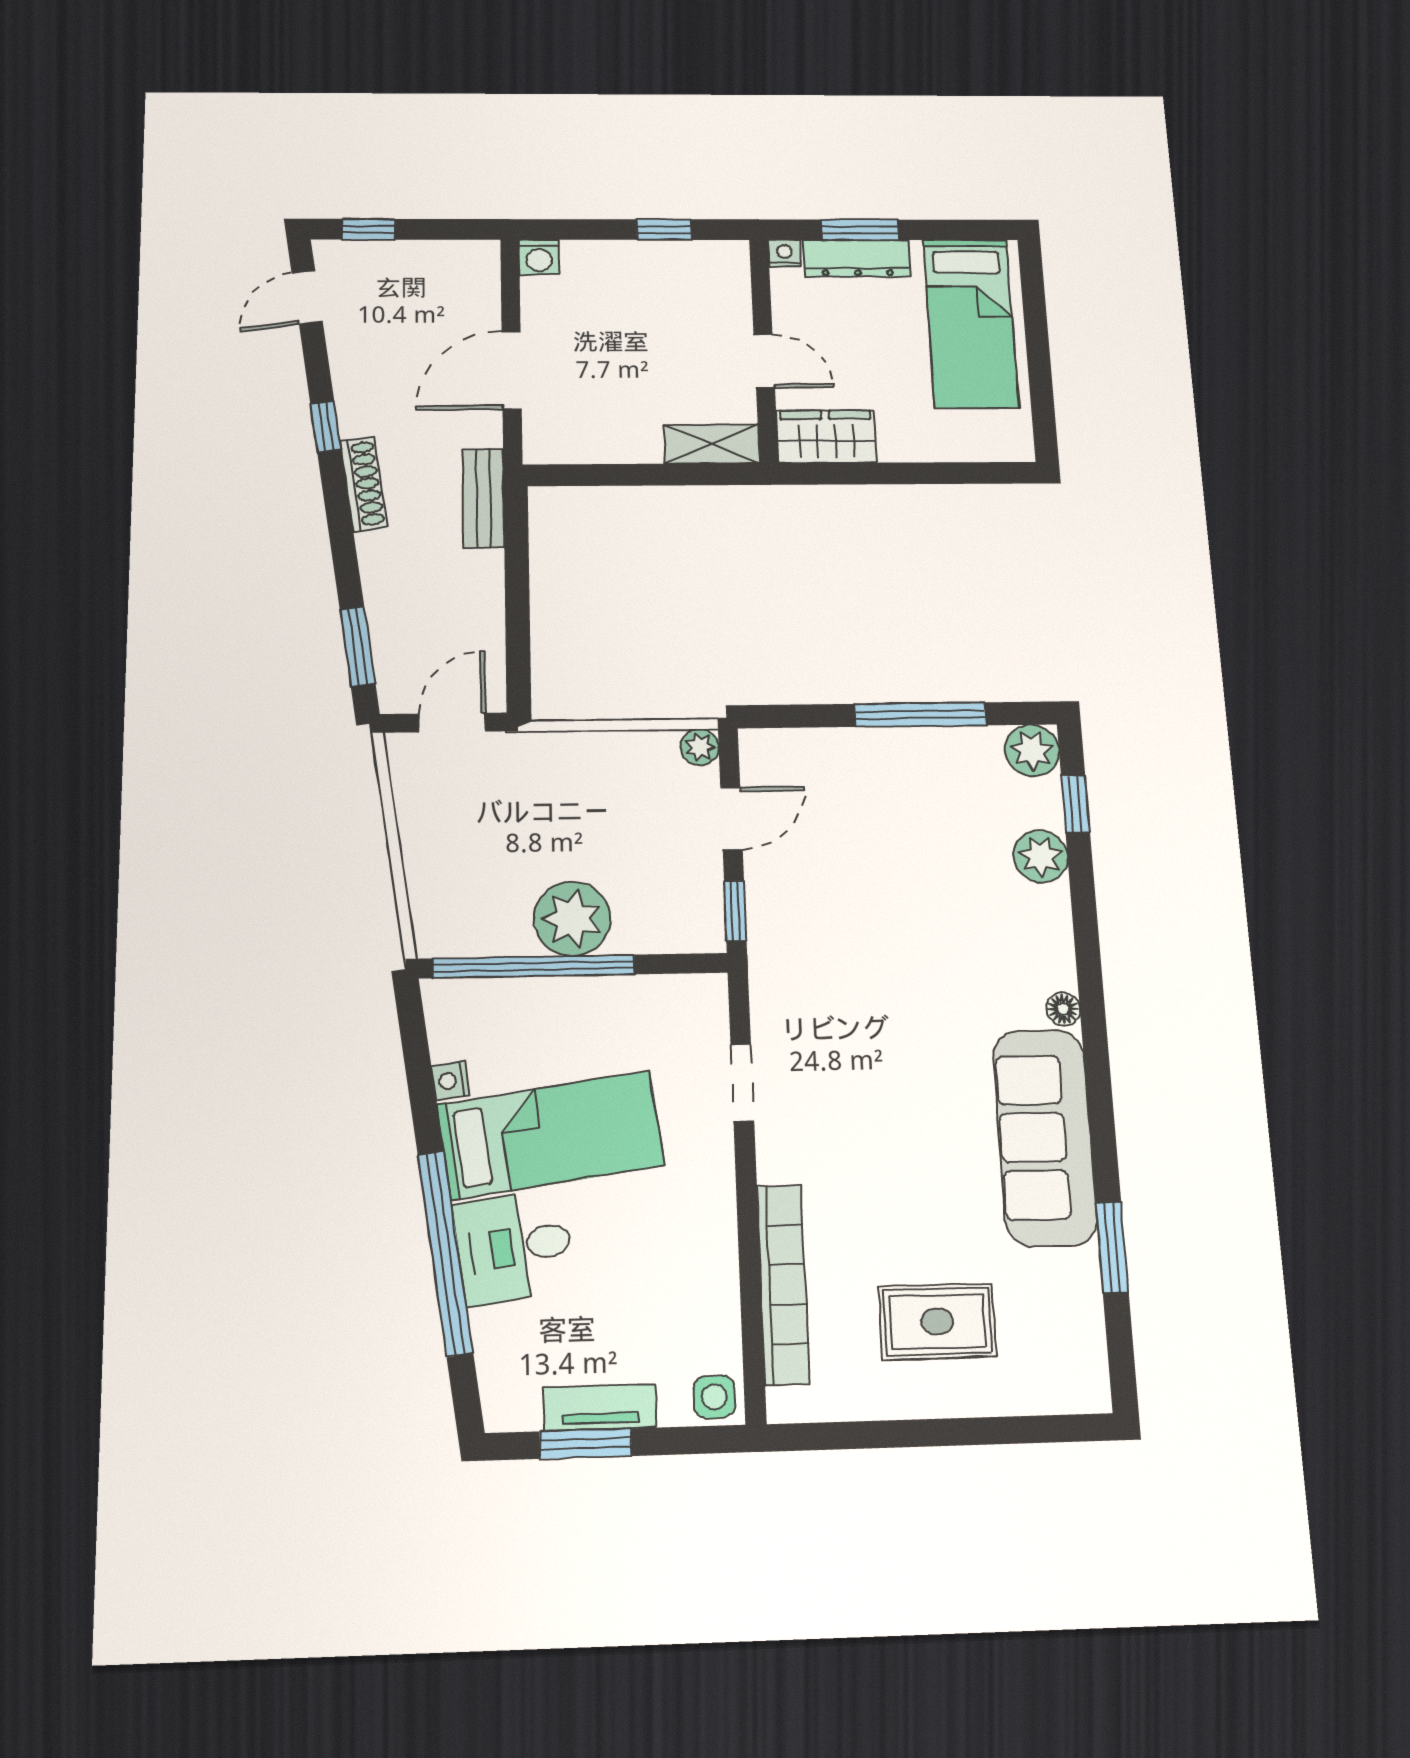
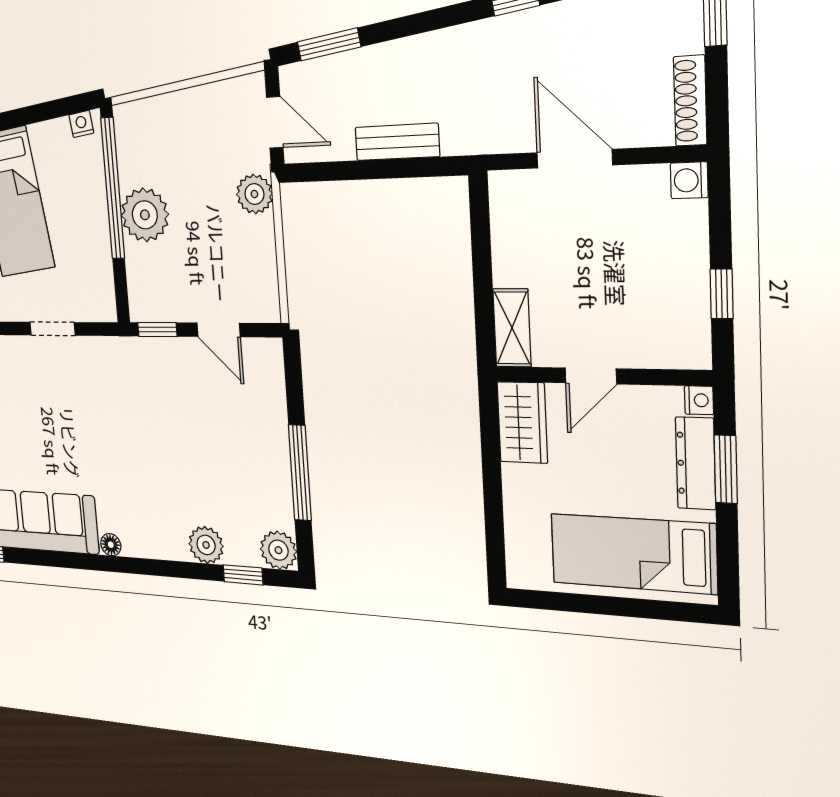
shoe rack: (364, 484) -> (690, 101), moved, turned 98
bench: (483, 498) -> (397, 142), moved
plant: (700, 747) -> (254, 194), moved, width x1.38, depth x1.38
nightstand: (450, 1081) -> (81, 124), moved

